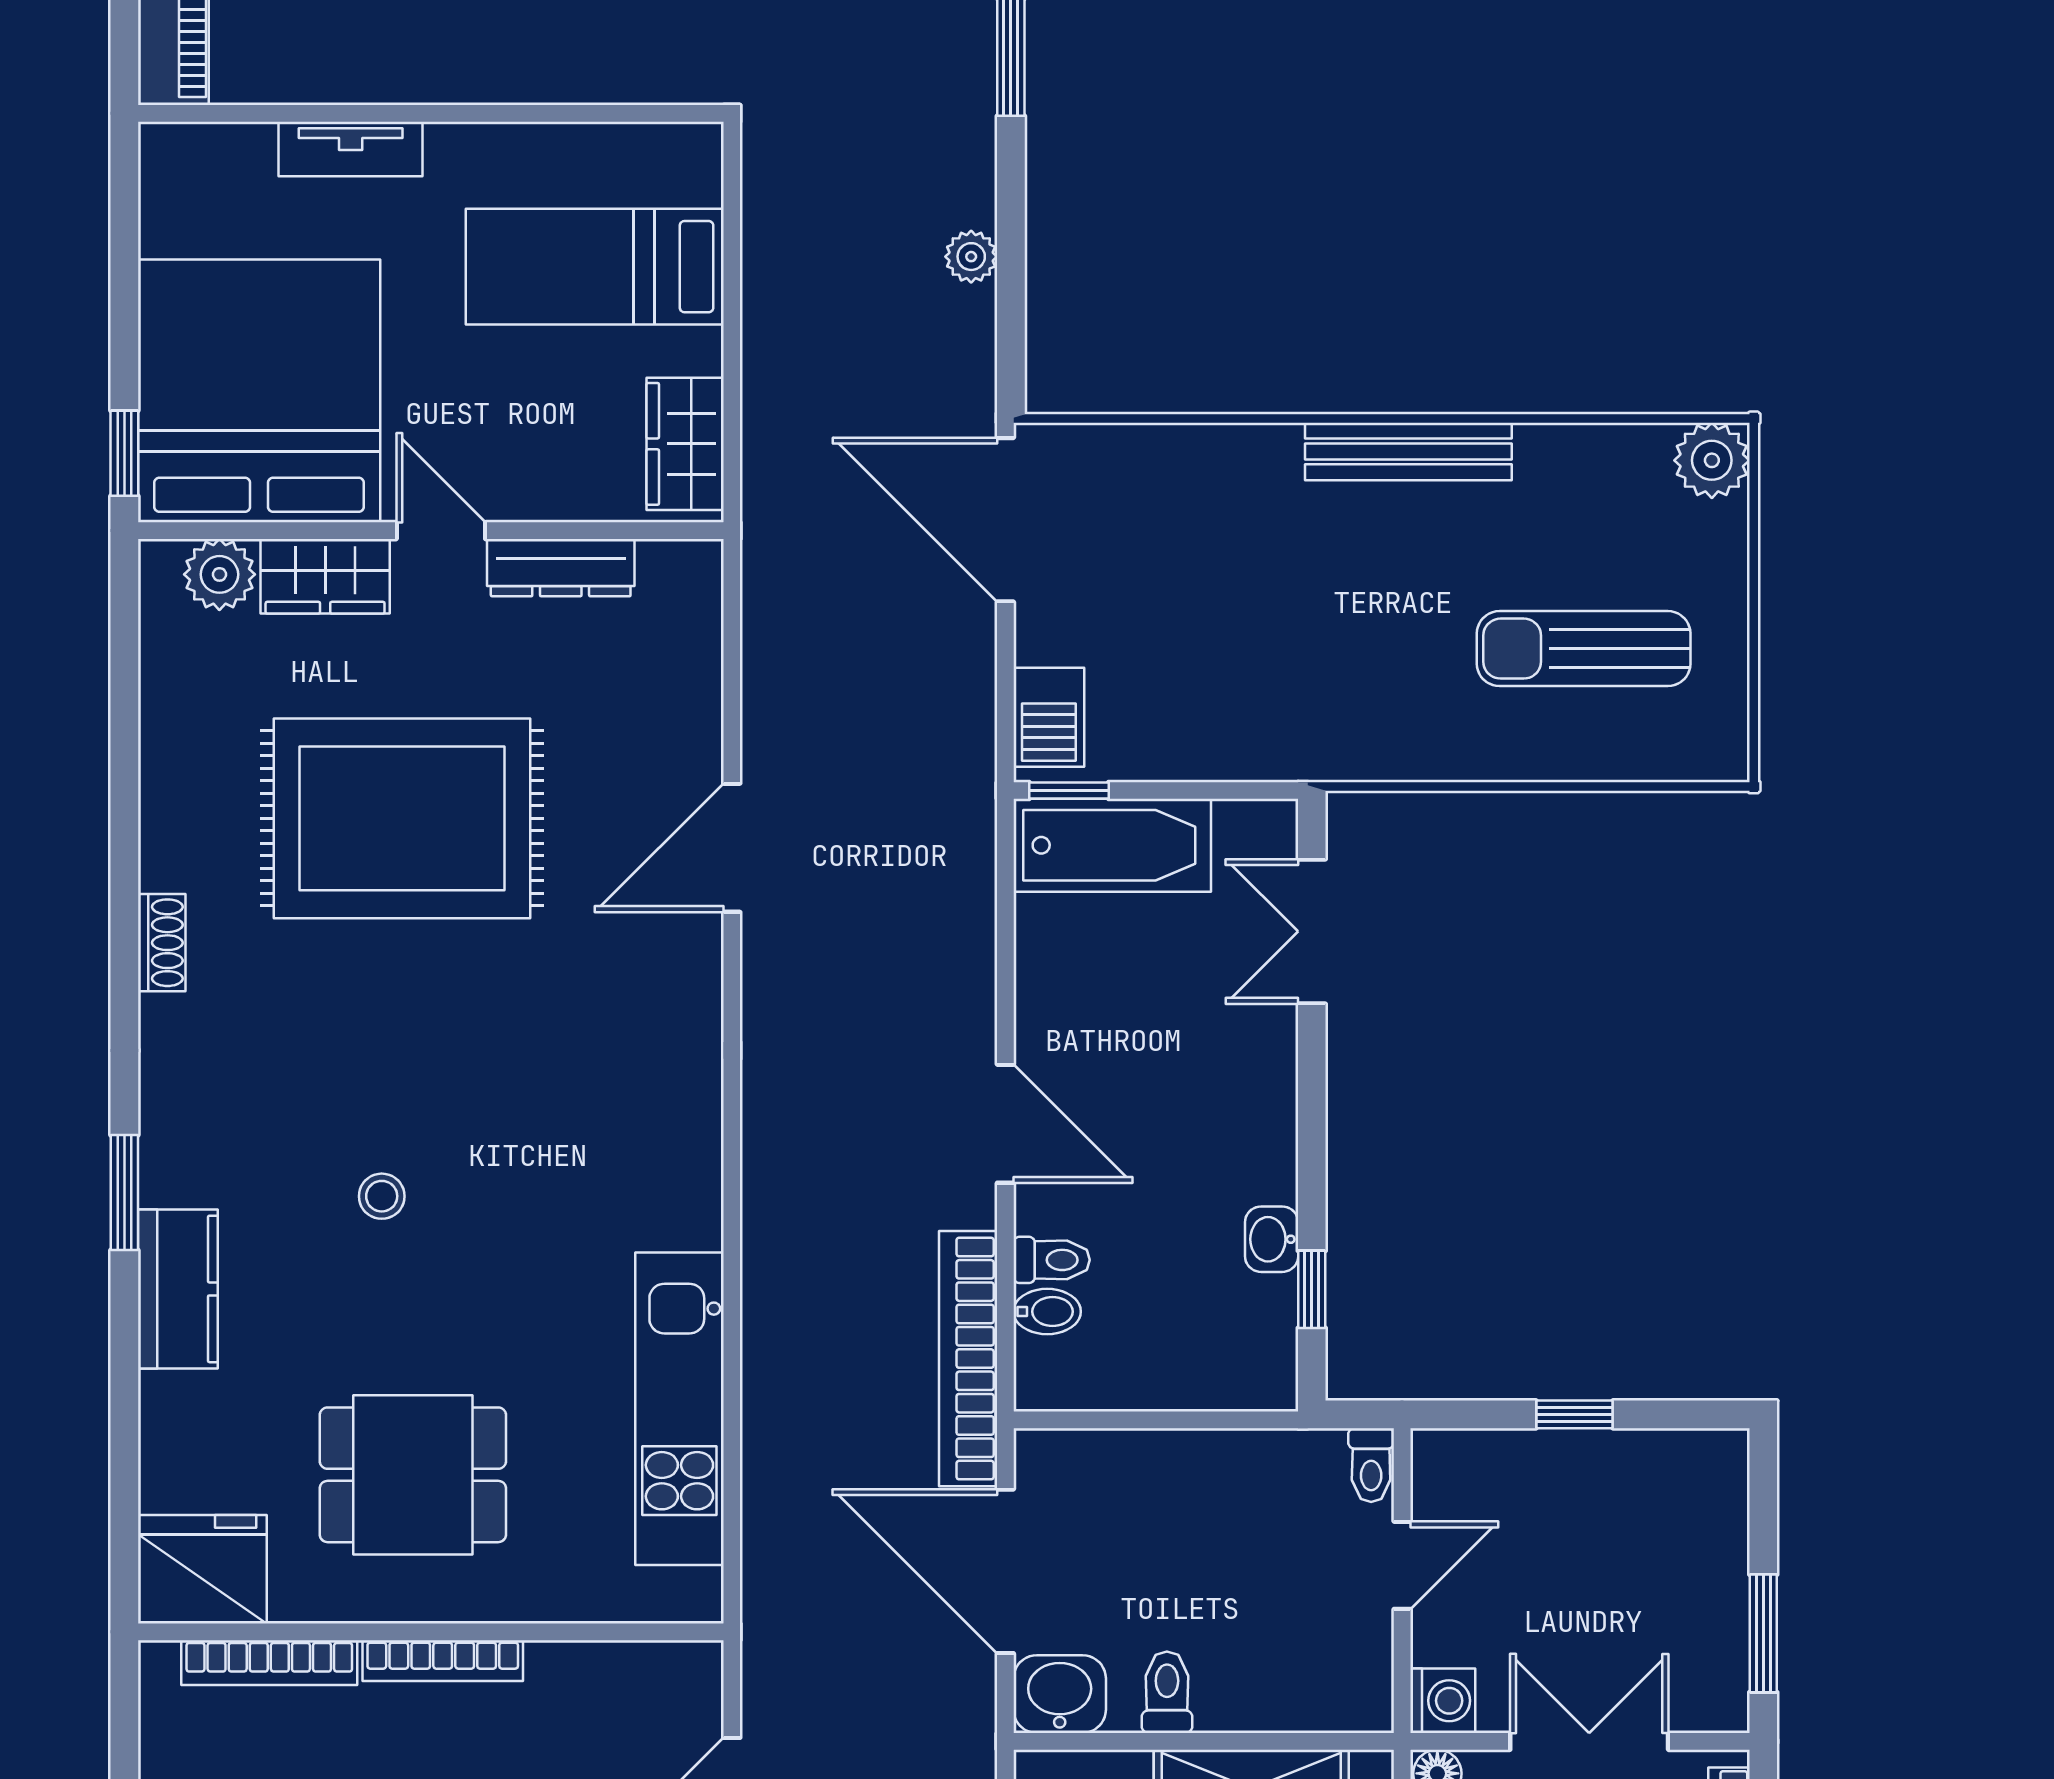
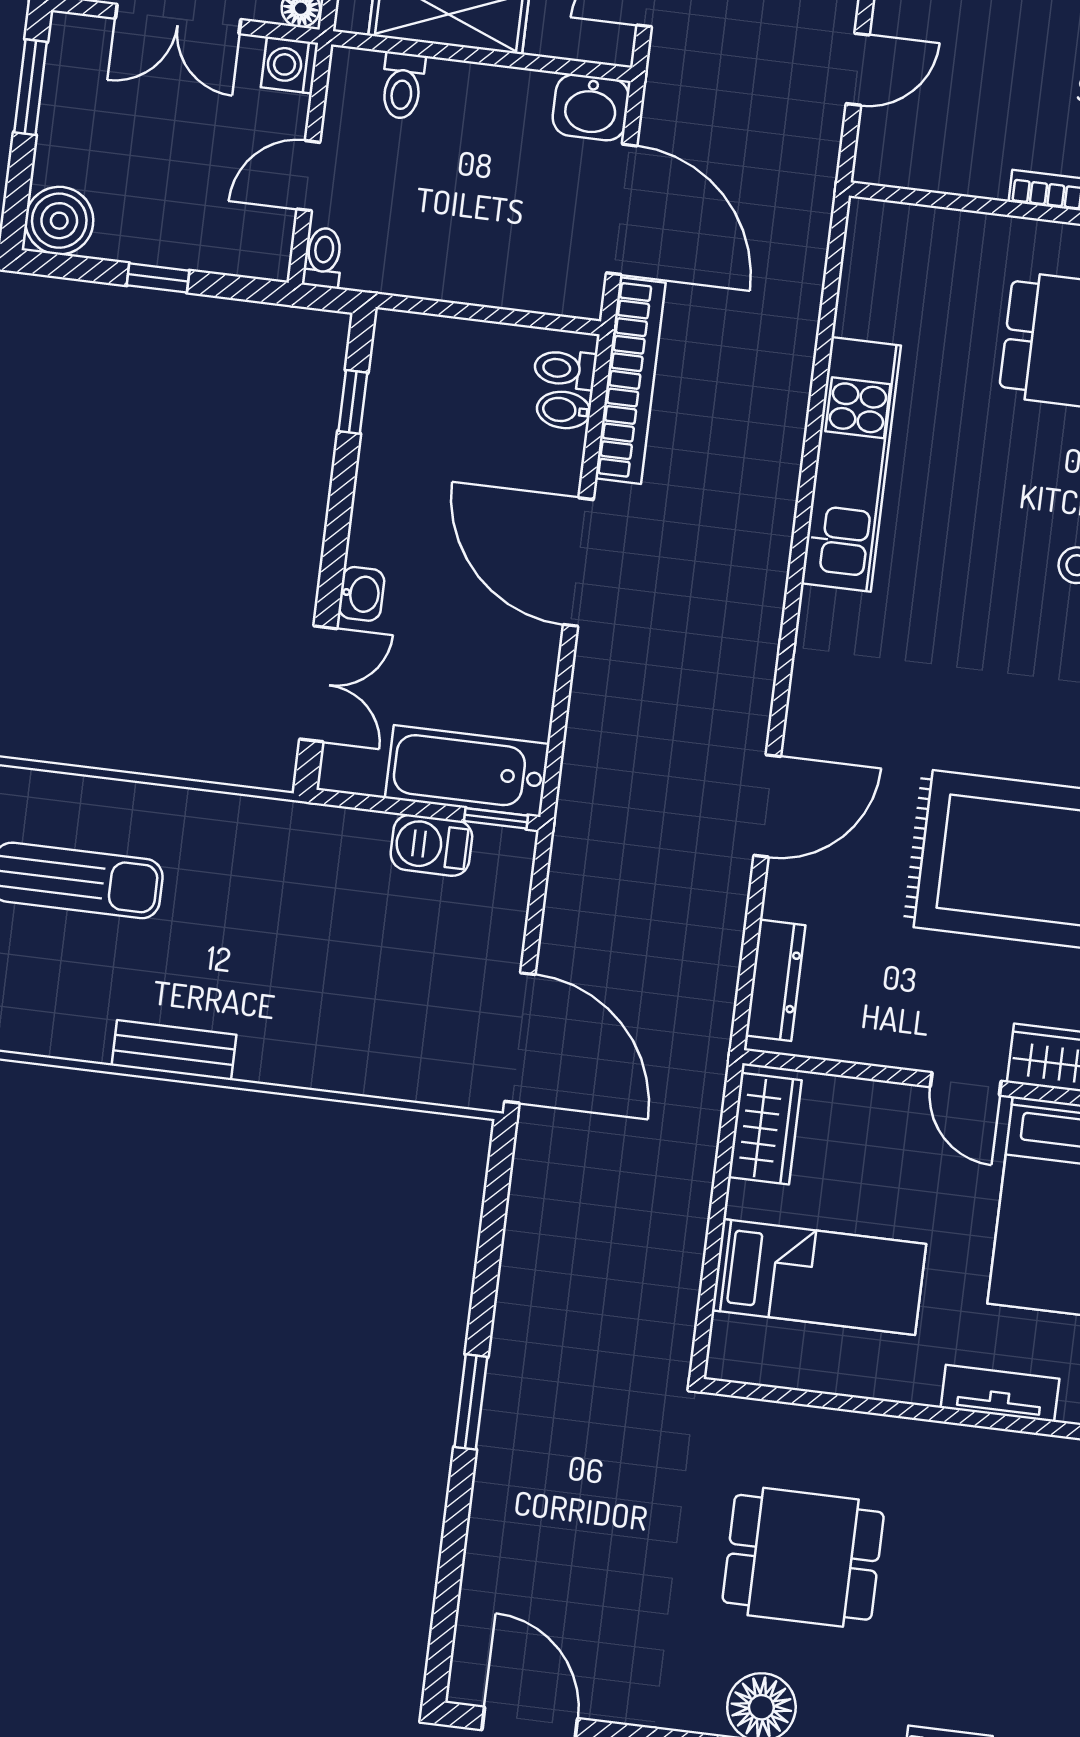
plant: (971, 257) -> (521, 1249), removed
bench: (1408, 451) -> (174, 1050), width x0.73
dresser: (561, 568) -> (775, 980), moved, turned 90
barbecue: (1049, 717) -> (431, 845), moved, turned -90
door: (1005, 1124) -> (578, 562), width x1.36
washbasin: (1272, 1239) -> (361, 594), moved
toilet: (1052, 1260) -> (565, 369), moved
kitchen unit: (679, 1409) -> (851, 464), moved
boiler: (1707, 1471) -> (59, 221), added
toilet: (1167, 1692) -> (402, 86), moved

